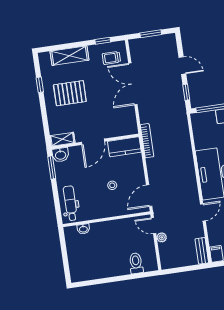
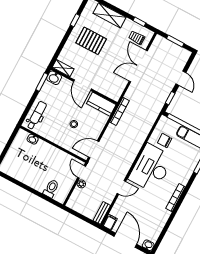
chair: (211, 137) -> (165, 141), added
door: (93, 142) -> (83, 85), hinge flipped

